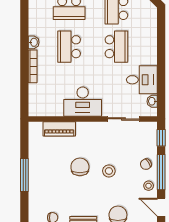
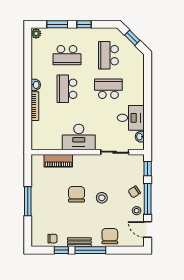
school desk: (116, 47) -> (108, 89), turned -90

